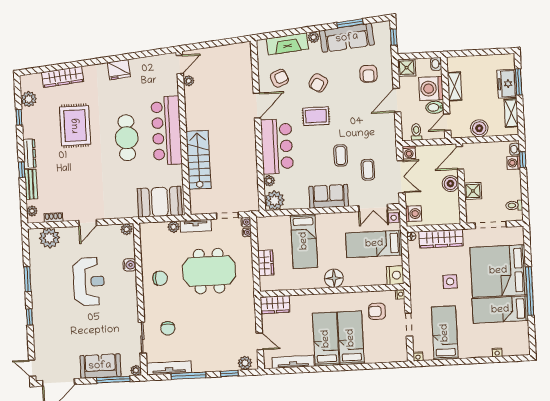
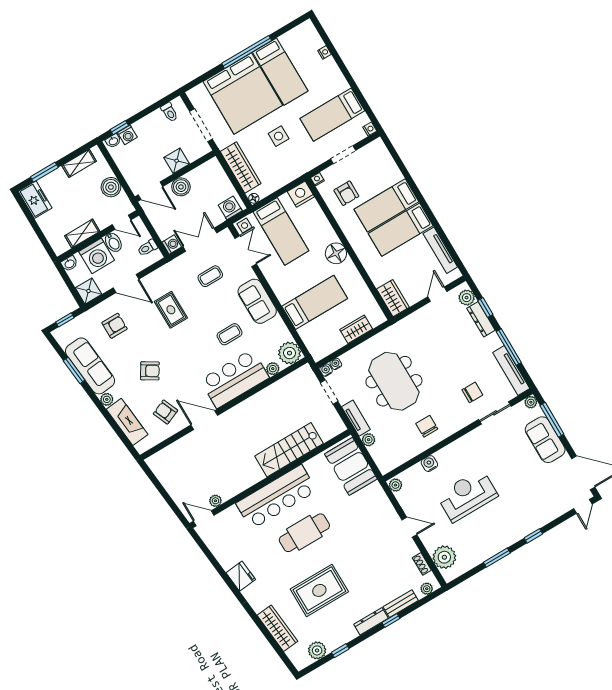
freezer: (507, 84) -> (35, 200), moved, turned -90
rug: (316, 116) -> (171, 310), moved
coffee table: (341, 155) -> (230, 334), moved
dresser: (222, 365) -> (481, 319), added

